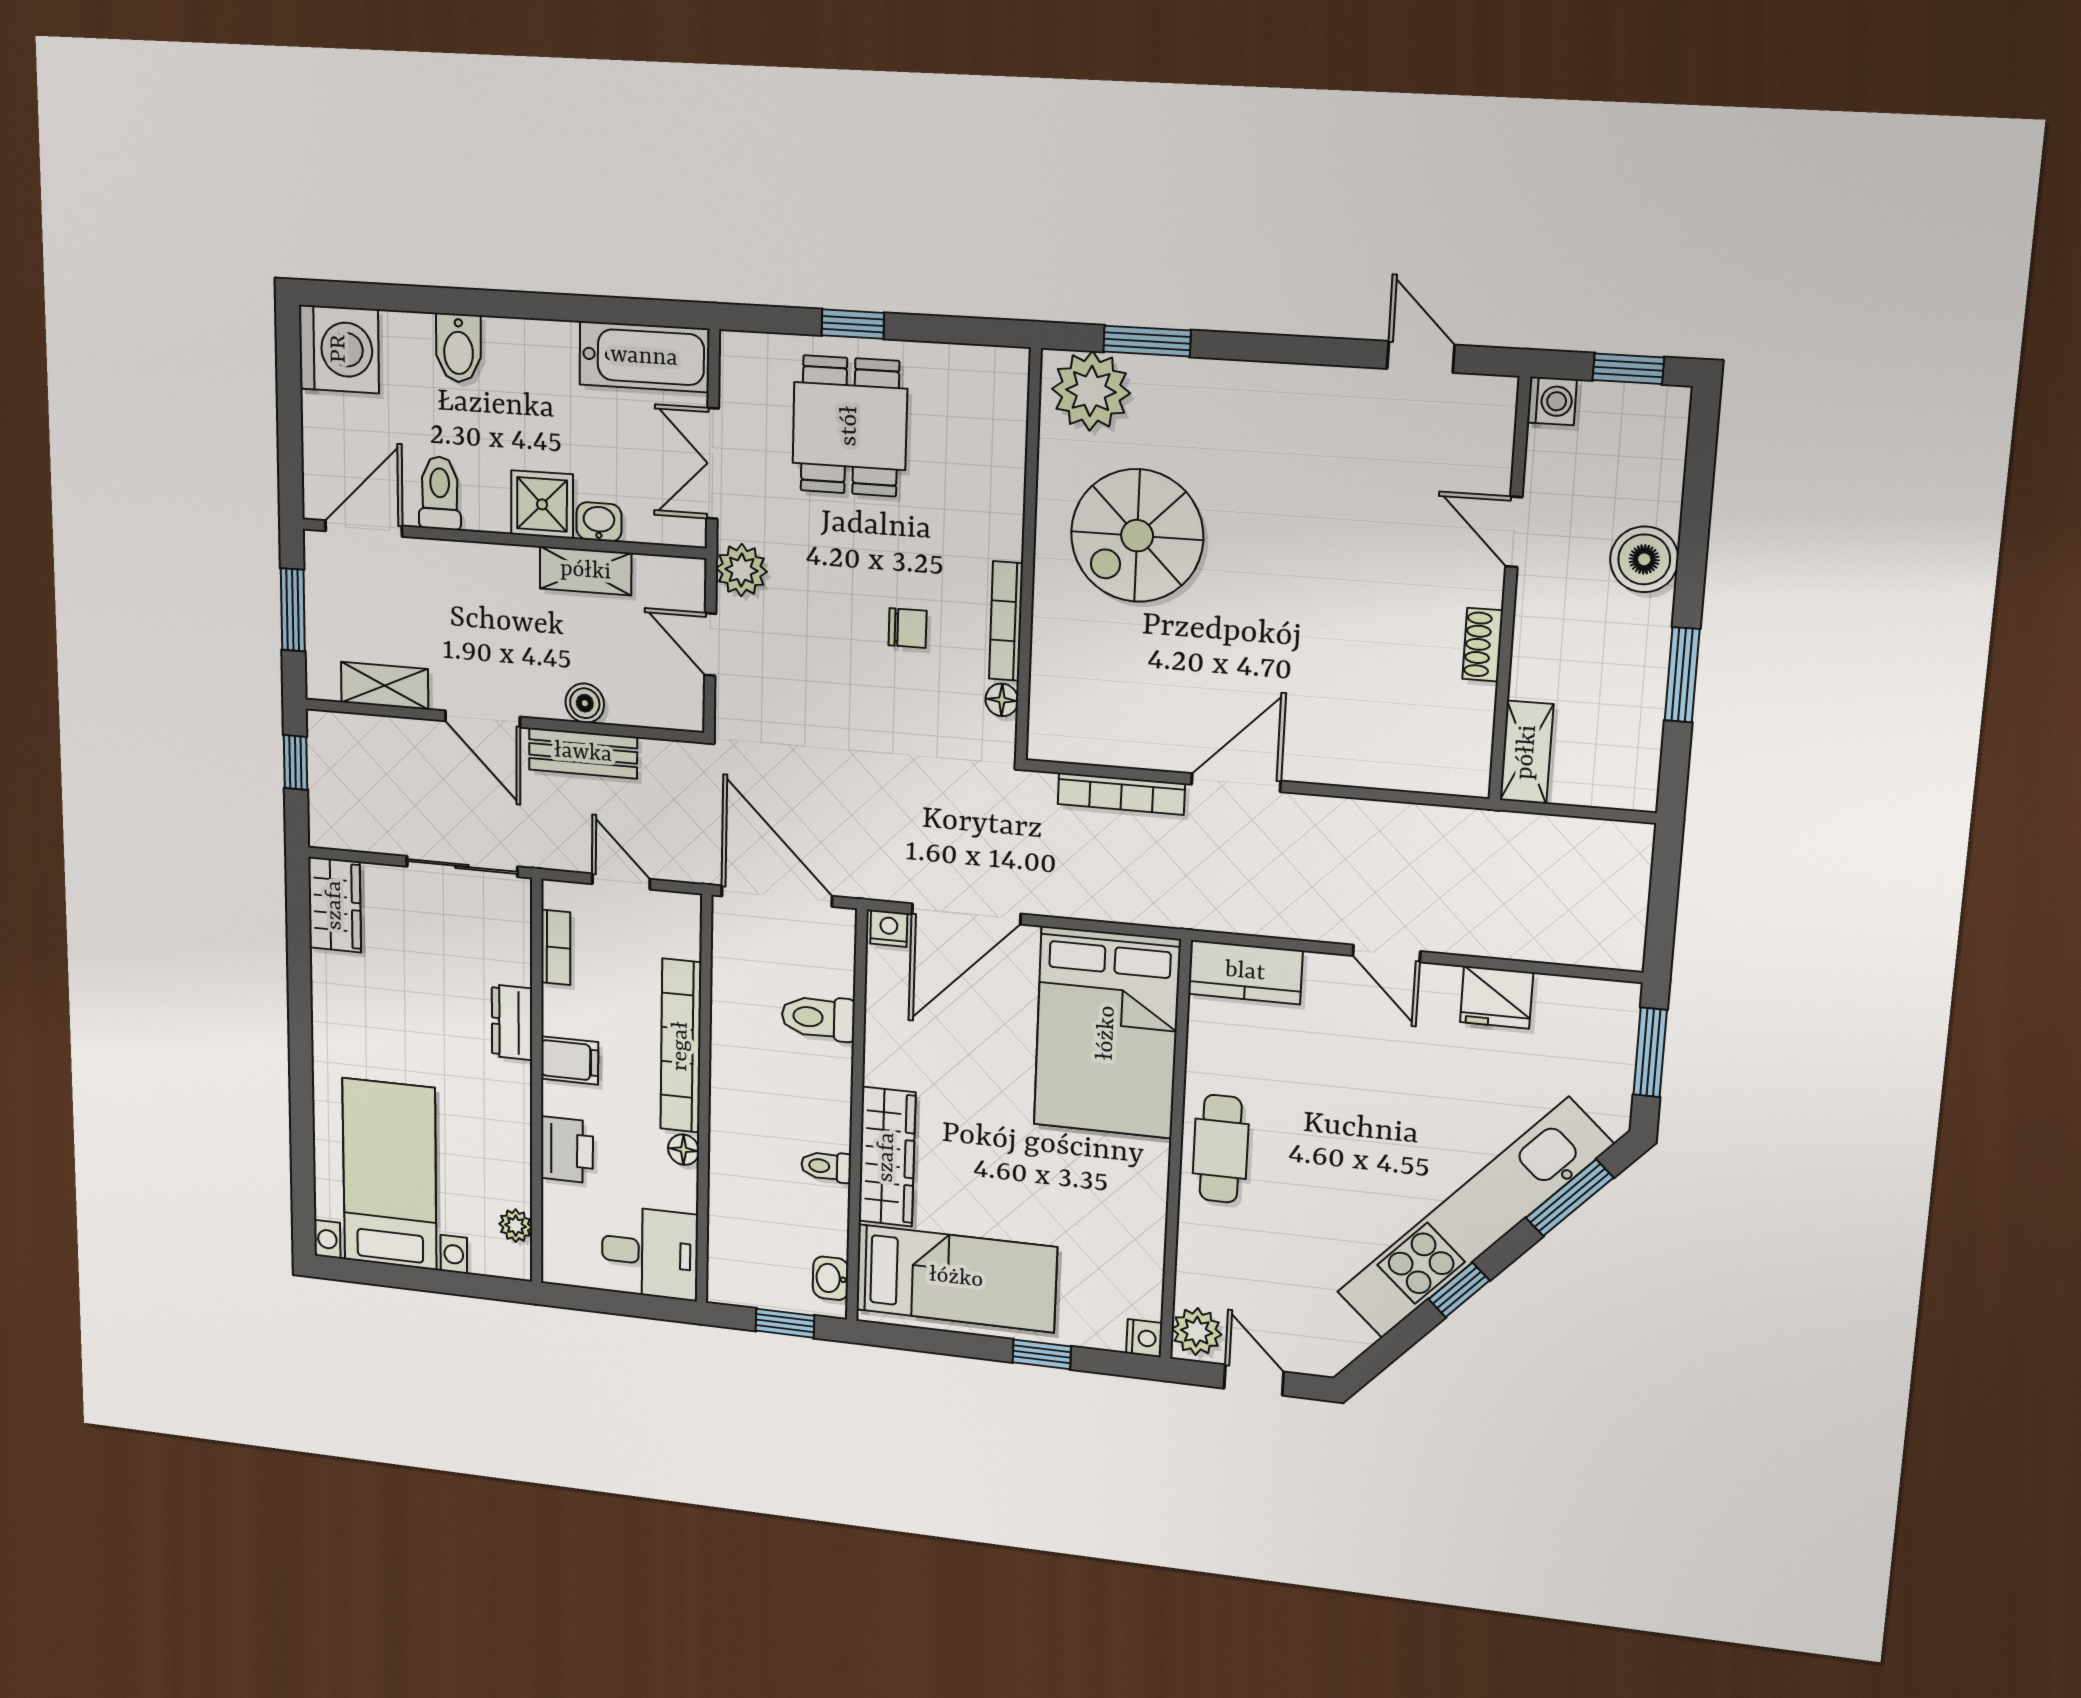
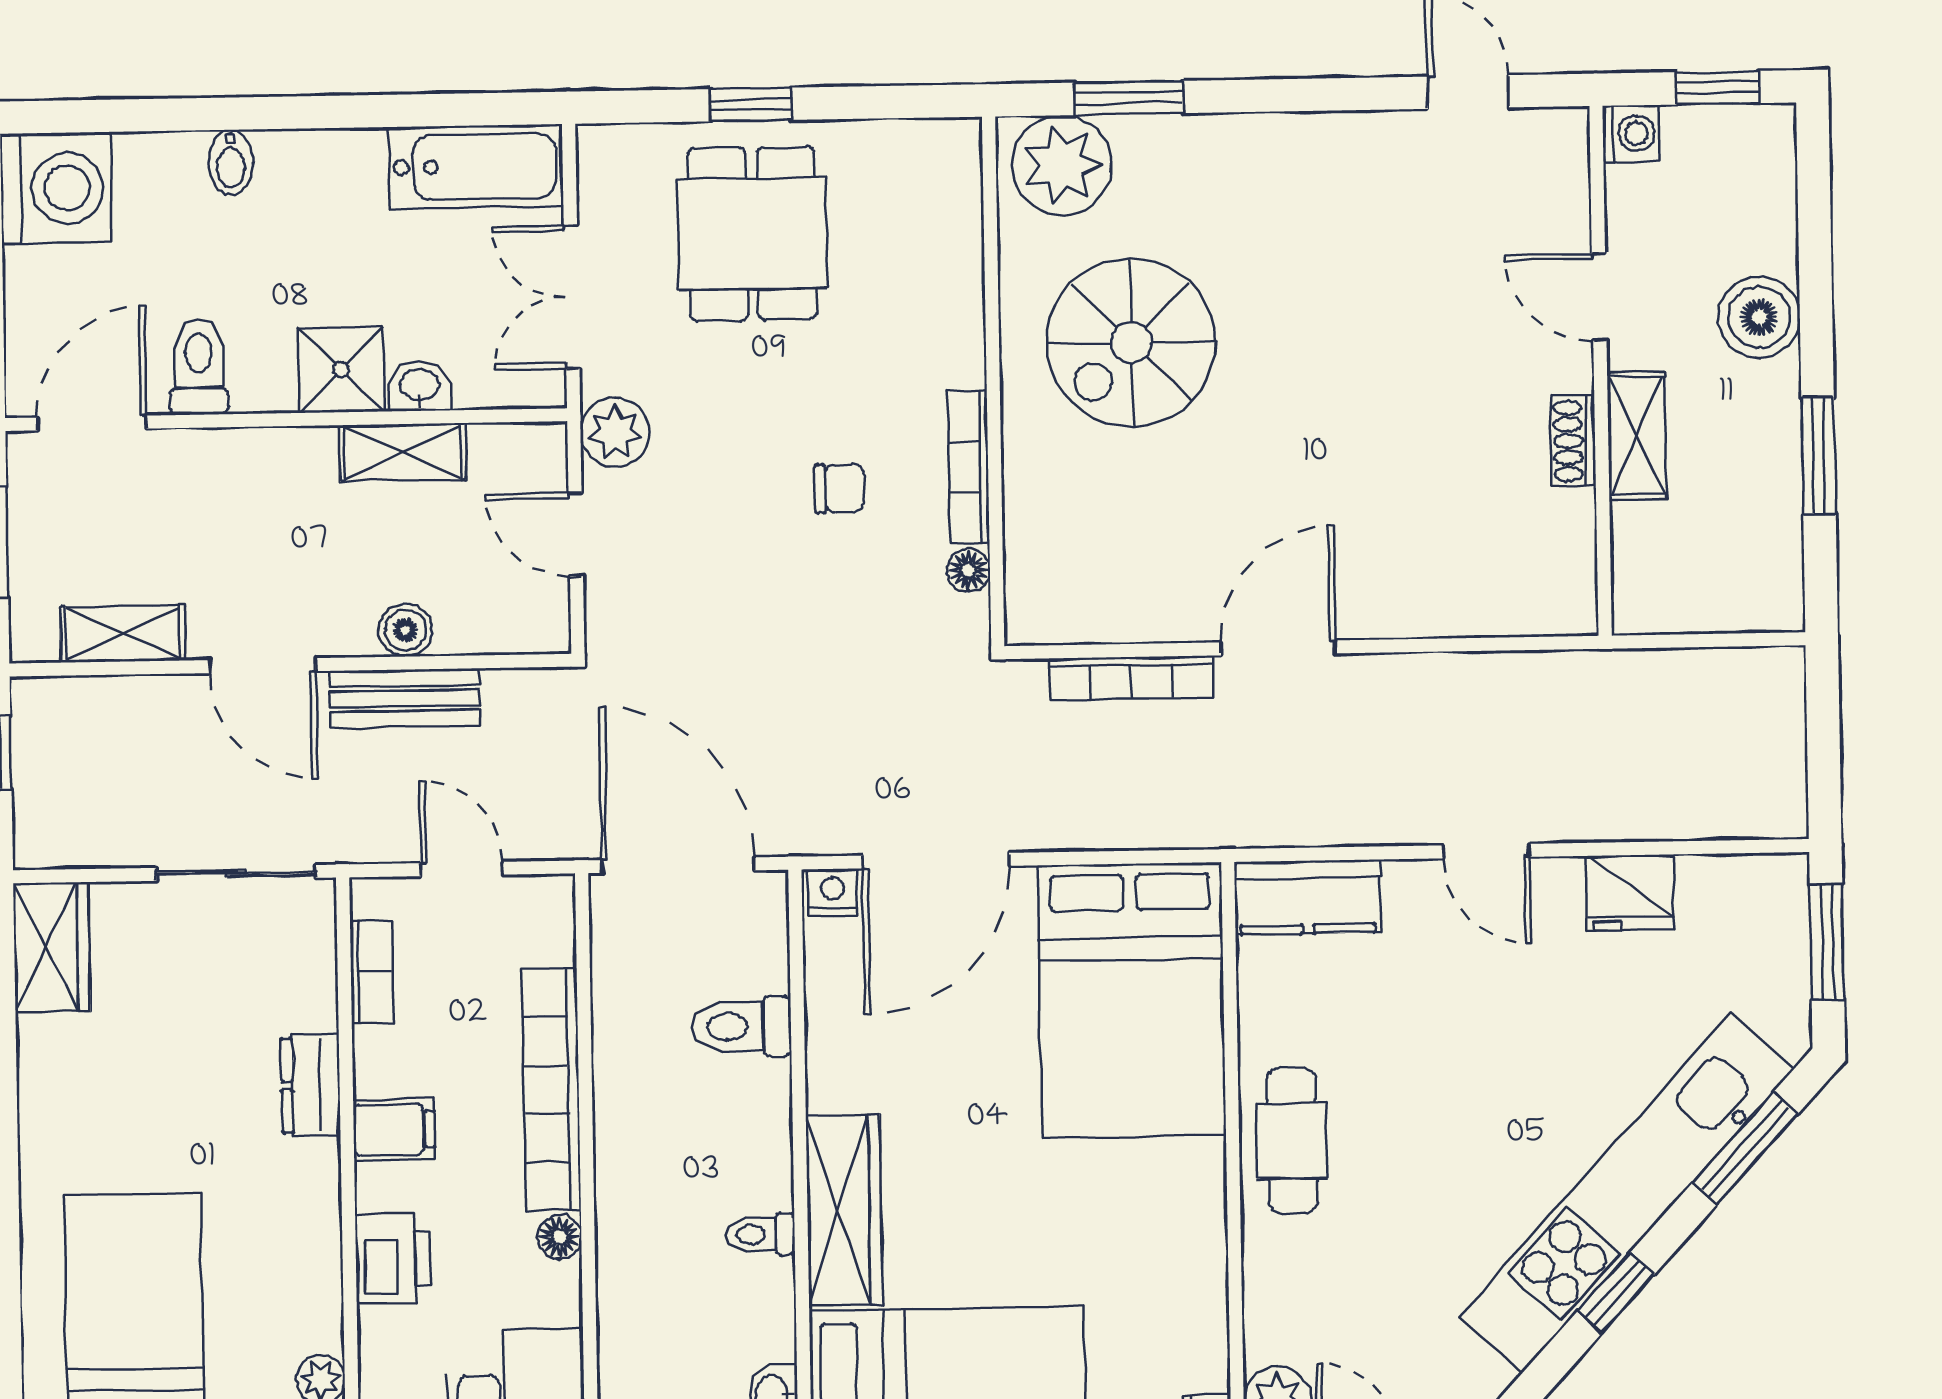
bidet: (458, 348) -> (231, 162), width x0.72, depth x0.74
shelving: (1527, 752) -> (1637, 436), moved

